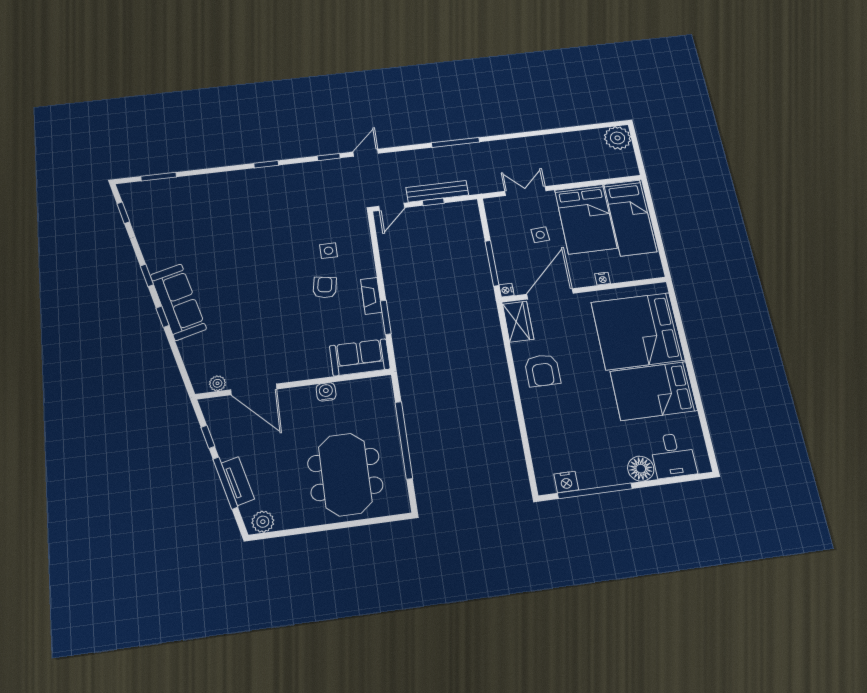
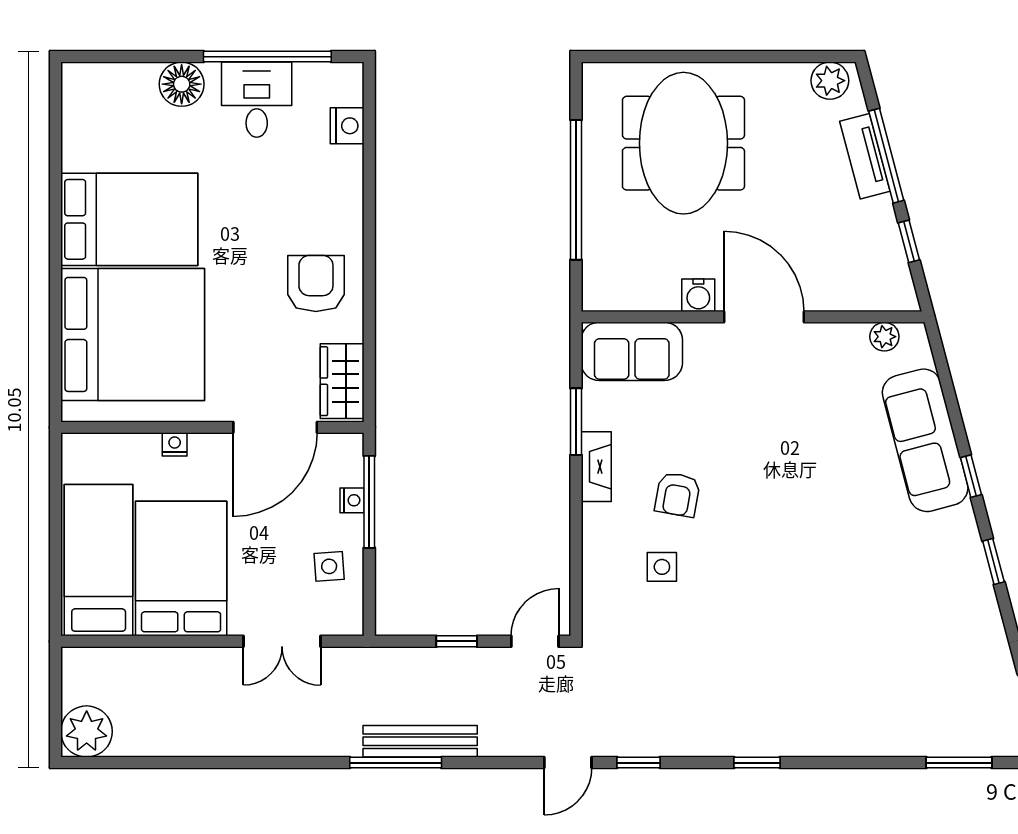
bench: (437, 191) -> (420, 741), moved
side table: (540, 235) -> (329, 566), moved
nightstand: (506, 290) -> (352, 500), moved
sofa: (178, 302) -> (925, 440), moved
door: (254, 389) -> (764, 317), moved
desk: (673, 455) -> (257, 100), moved
nightstand: (566, 482) -> (347, 126), moved, turned 90

